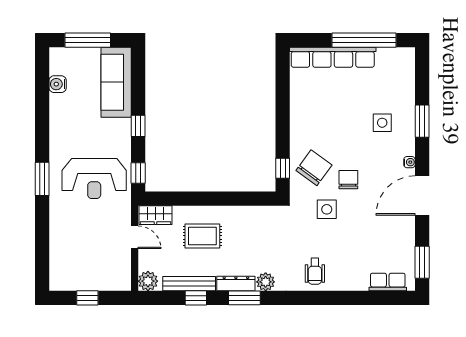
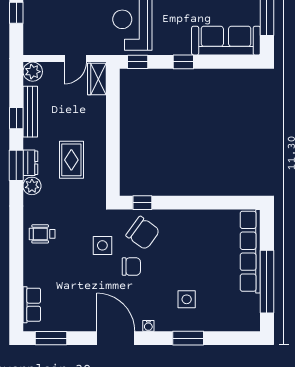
rug: (202, 236) -> (71, 160), moved
dresser: (236, 284) -> (30, 163), width x0.70

